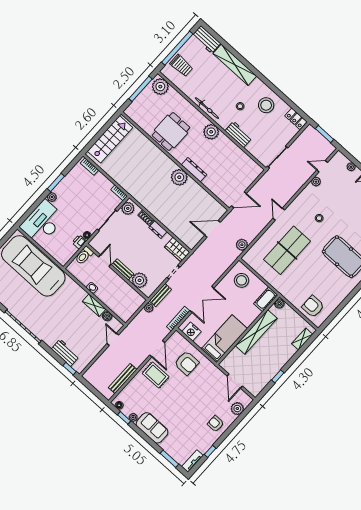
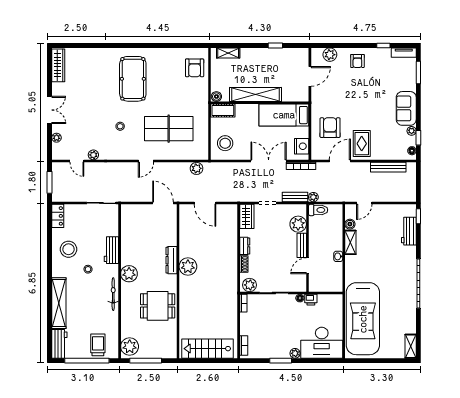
toilet: (84, 255) -> (318, 210), moved

